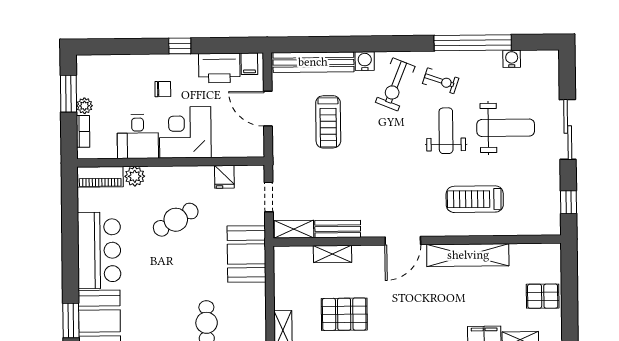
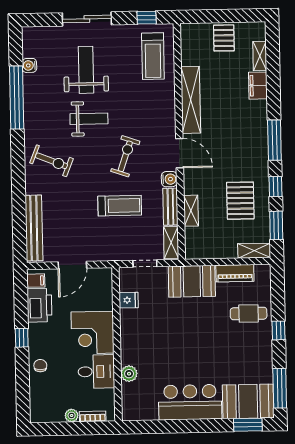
water cooler: (365, 61) -> (169, 179), moved, turned 180
exercise bike: (441, 81) -> (125, 156), moved, width x1.38, depth x1.39
chair: (163, 89) -> (40, 366), moved
window: (69, 94) -> (62, 429), removed
treadmill: (328, 122) -> (120, 206), moved
weight bench: (446, 131) -> (89, 119), turned 180
piano: (100, 177) -> (235, 273), moved, turned 90
treadmill: (475, 199) -> (153, 56), moved
cafe table: (176, 220) -> (164, 340), removed

